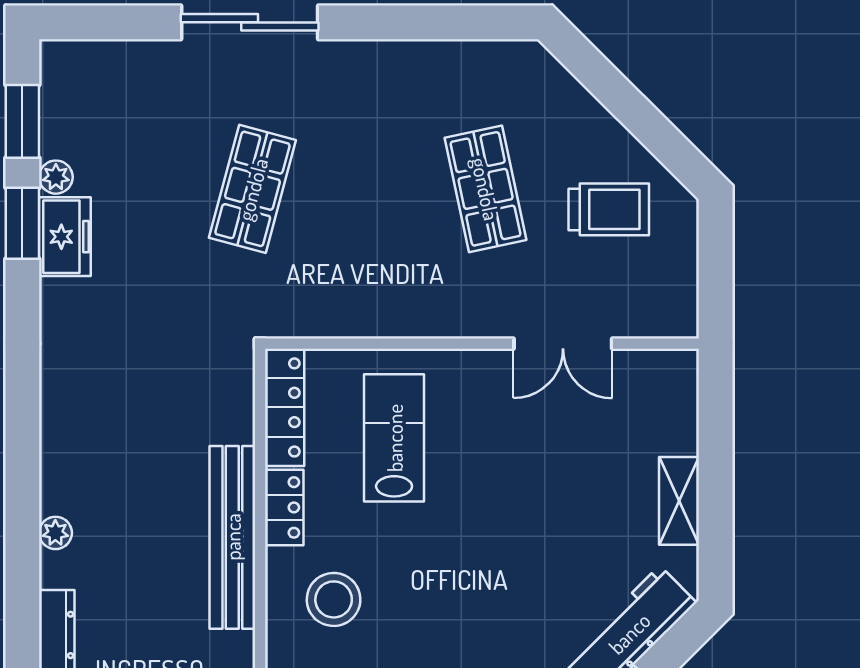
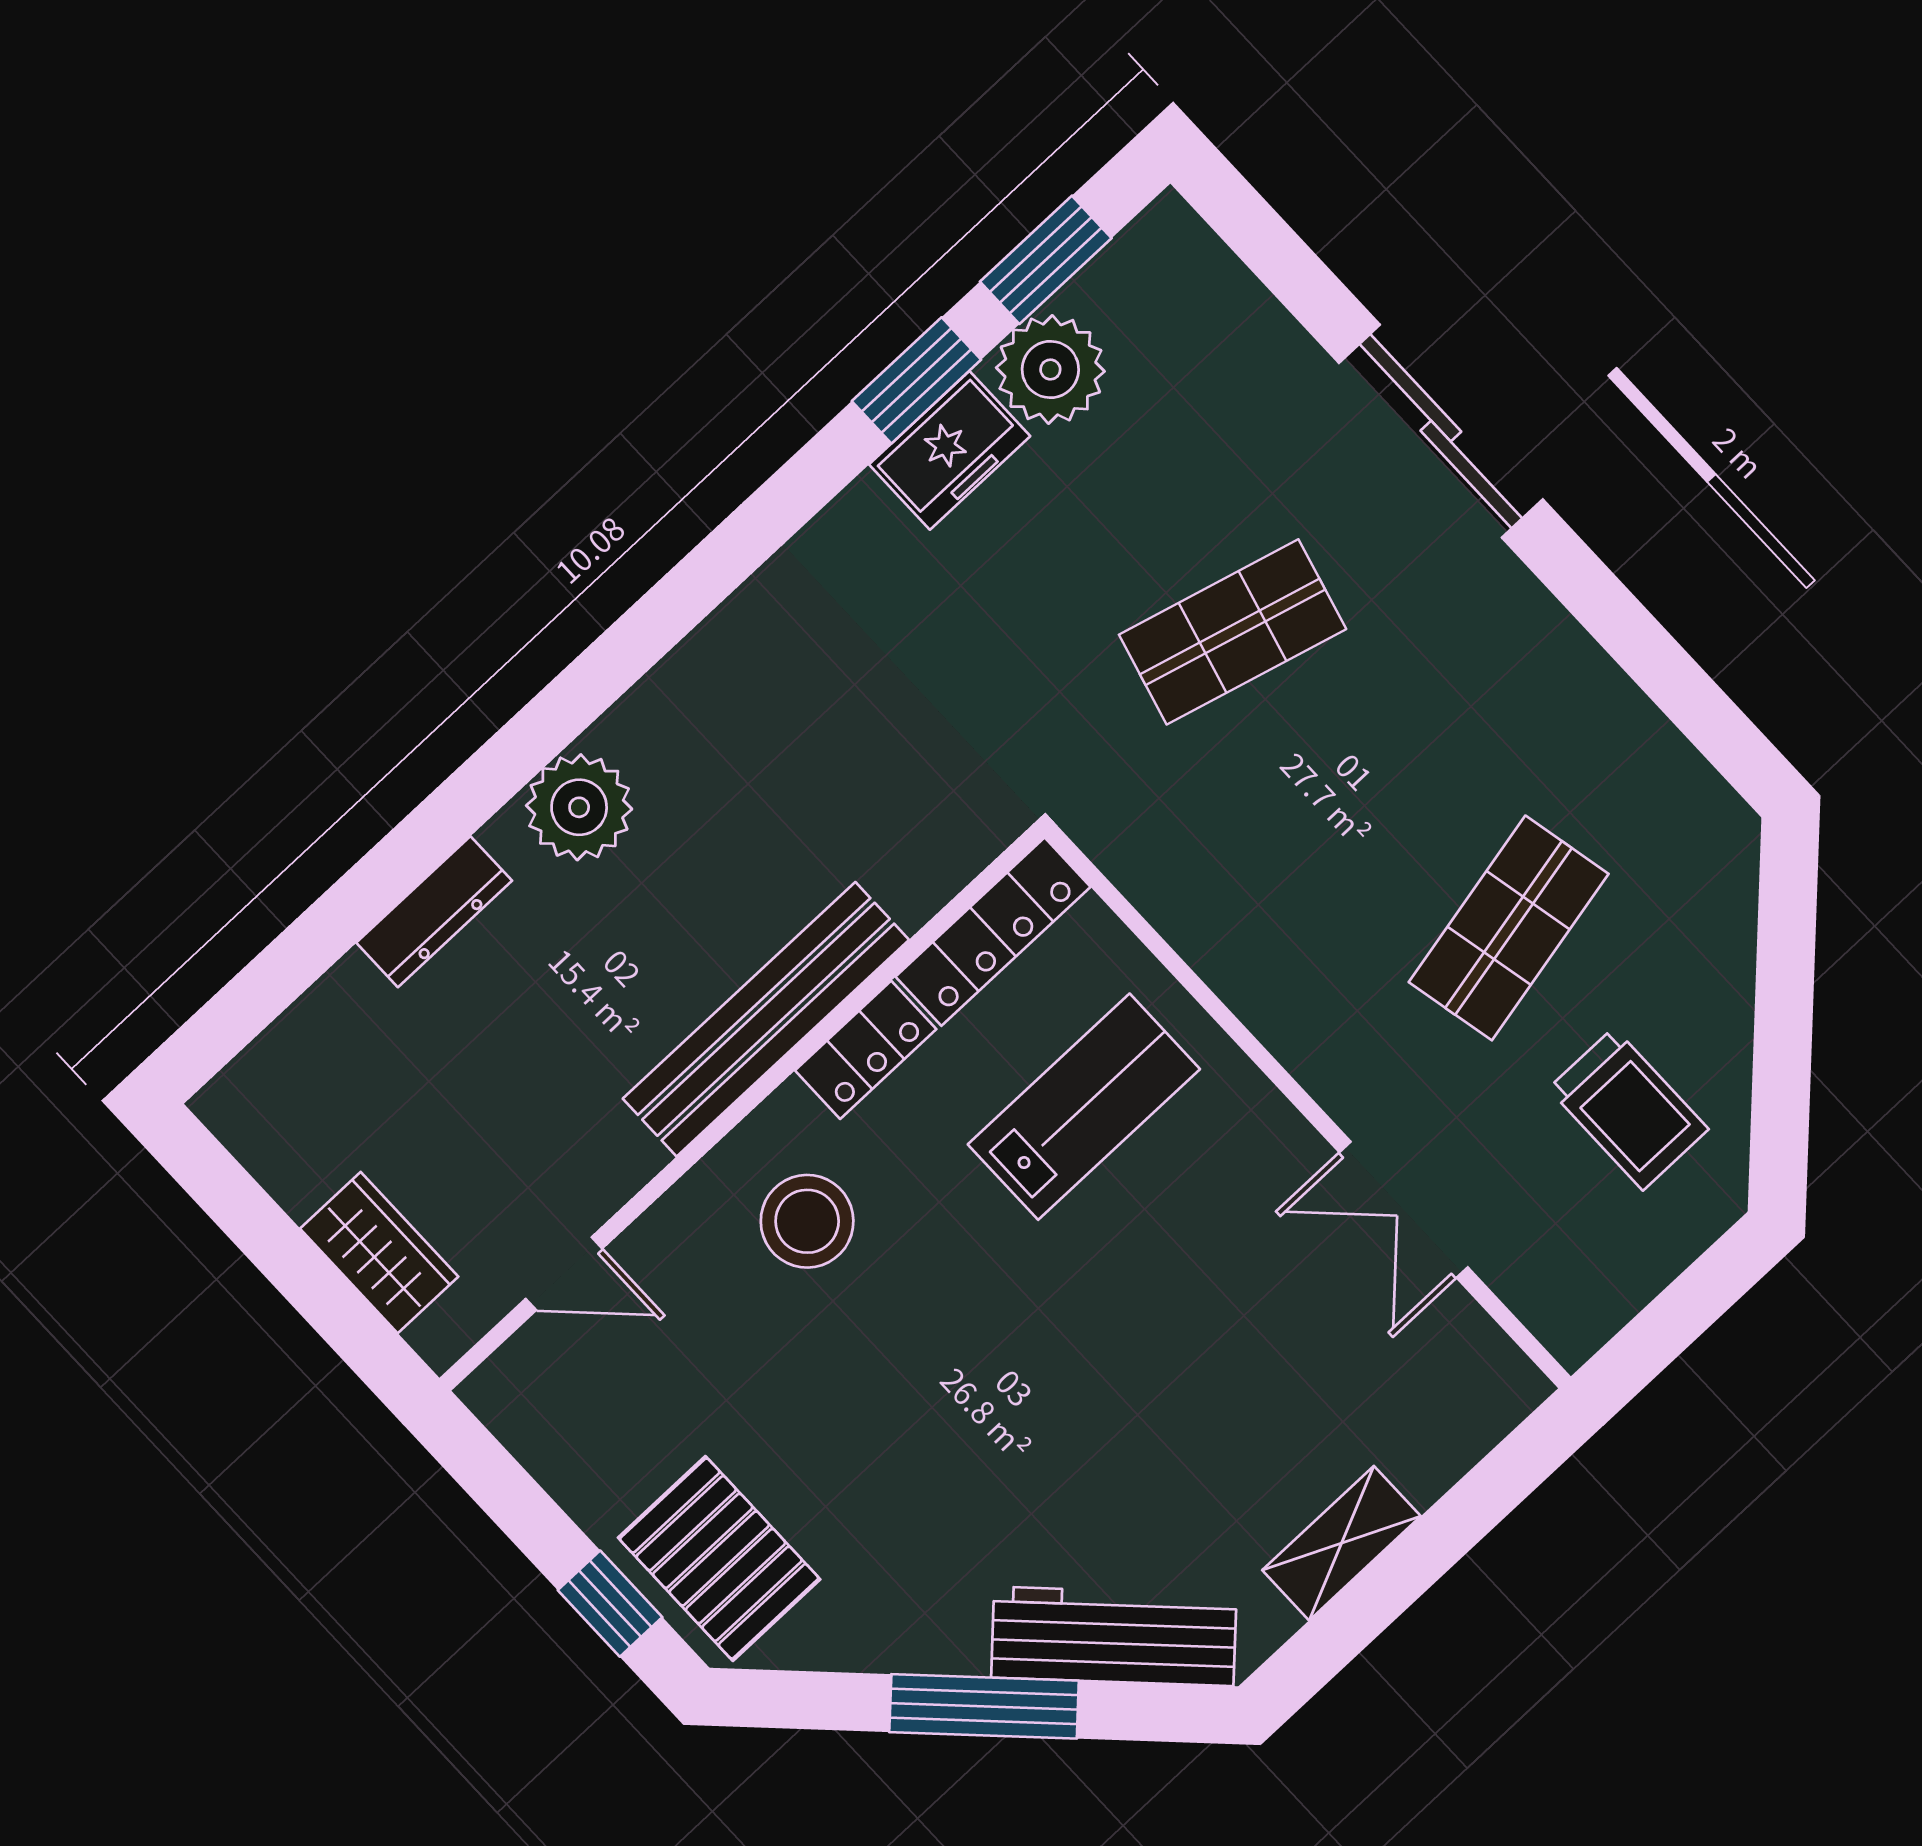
plant: (56, 177) -> (1050, 369), width x1.88, depth x1.88
plant: (55, 533) -> (579, 807), width x1.87, depth x1.87

